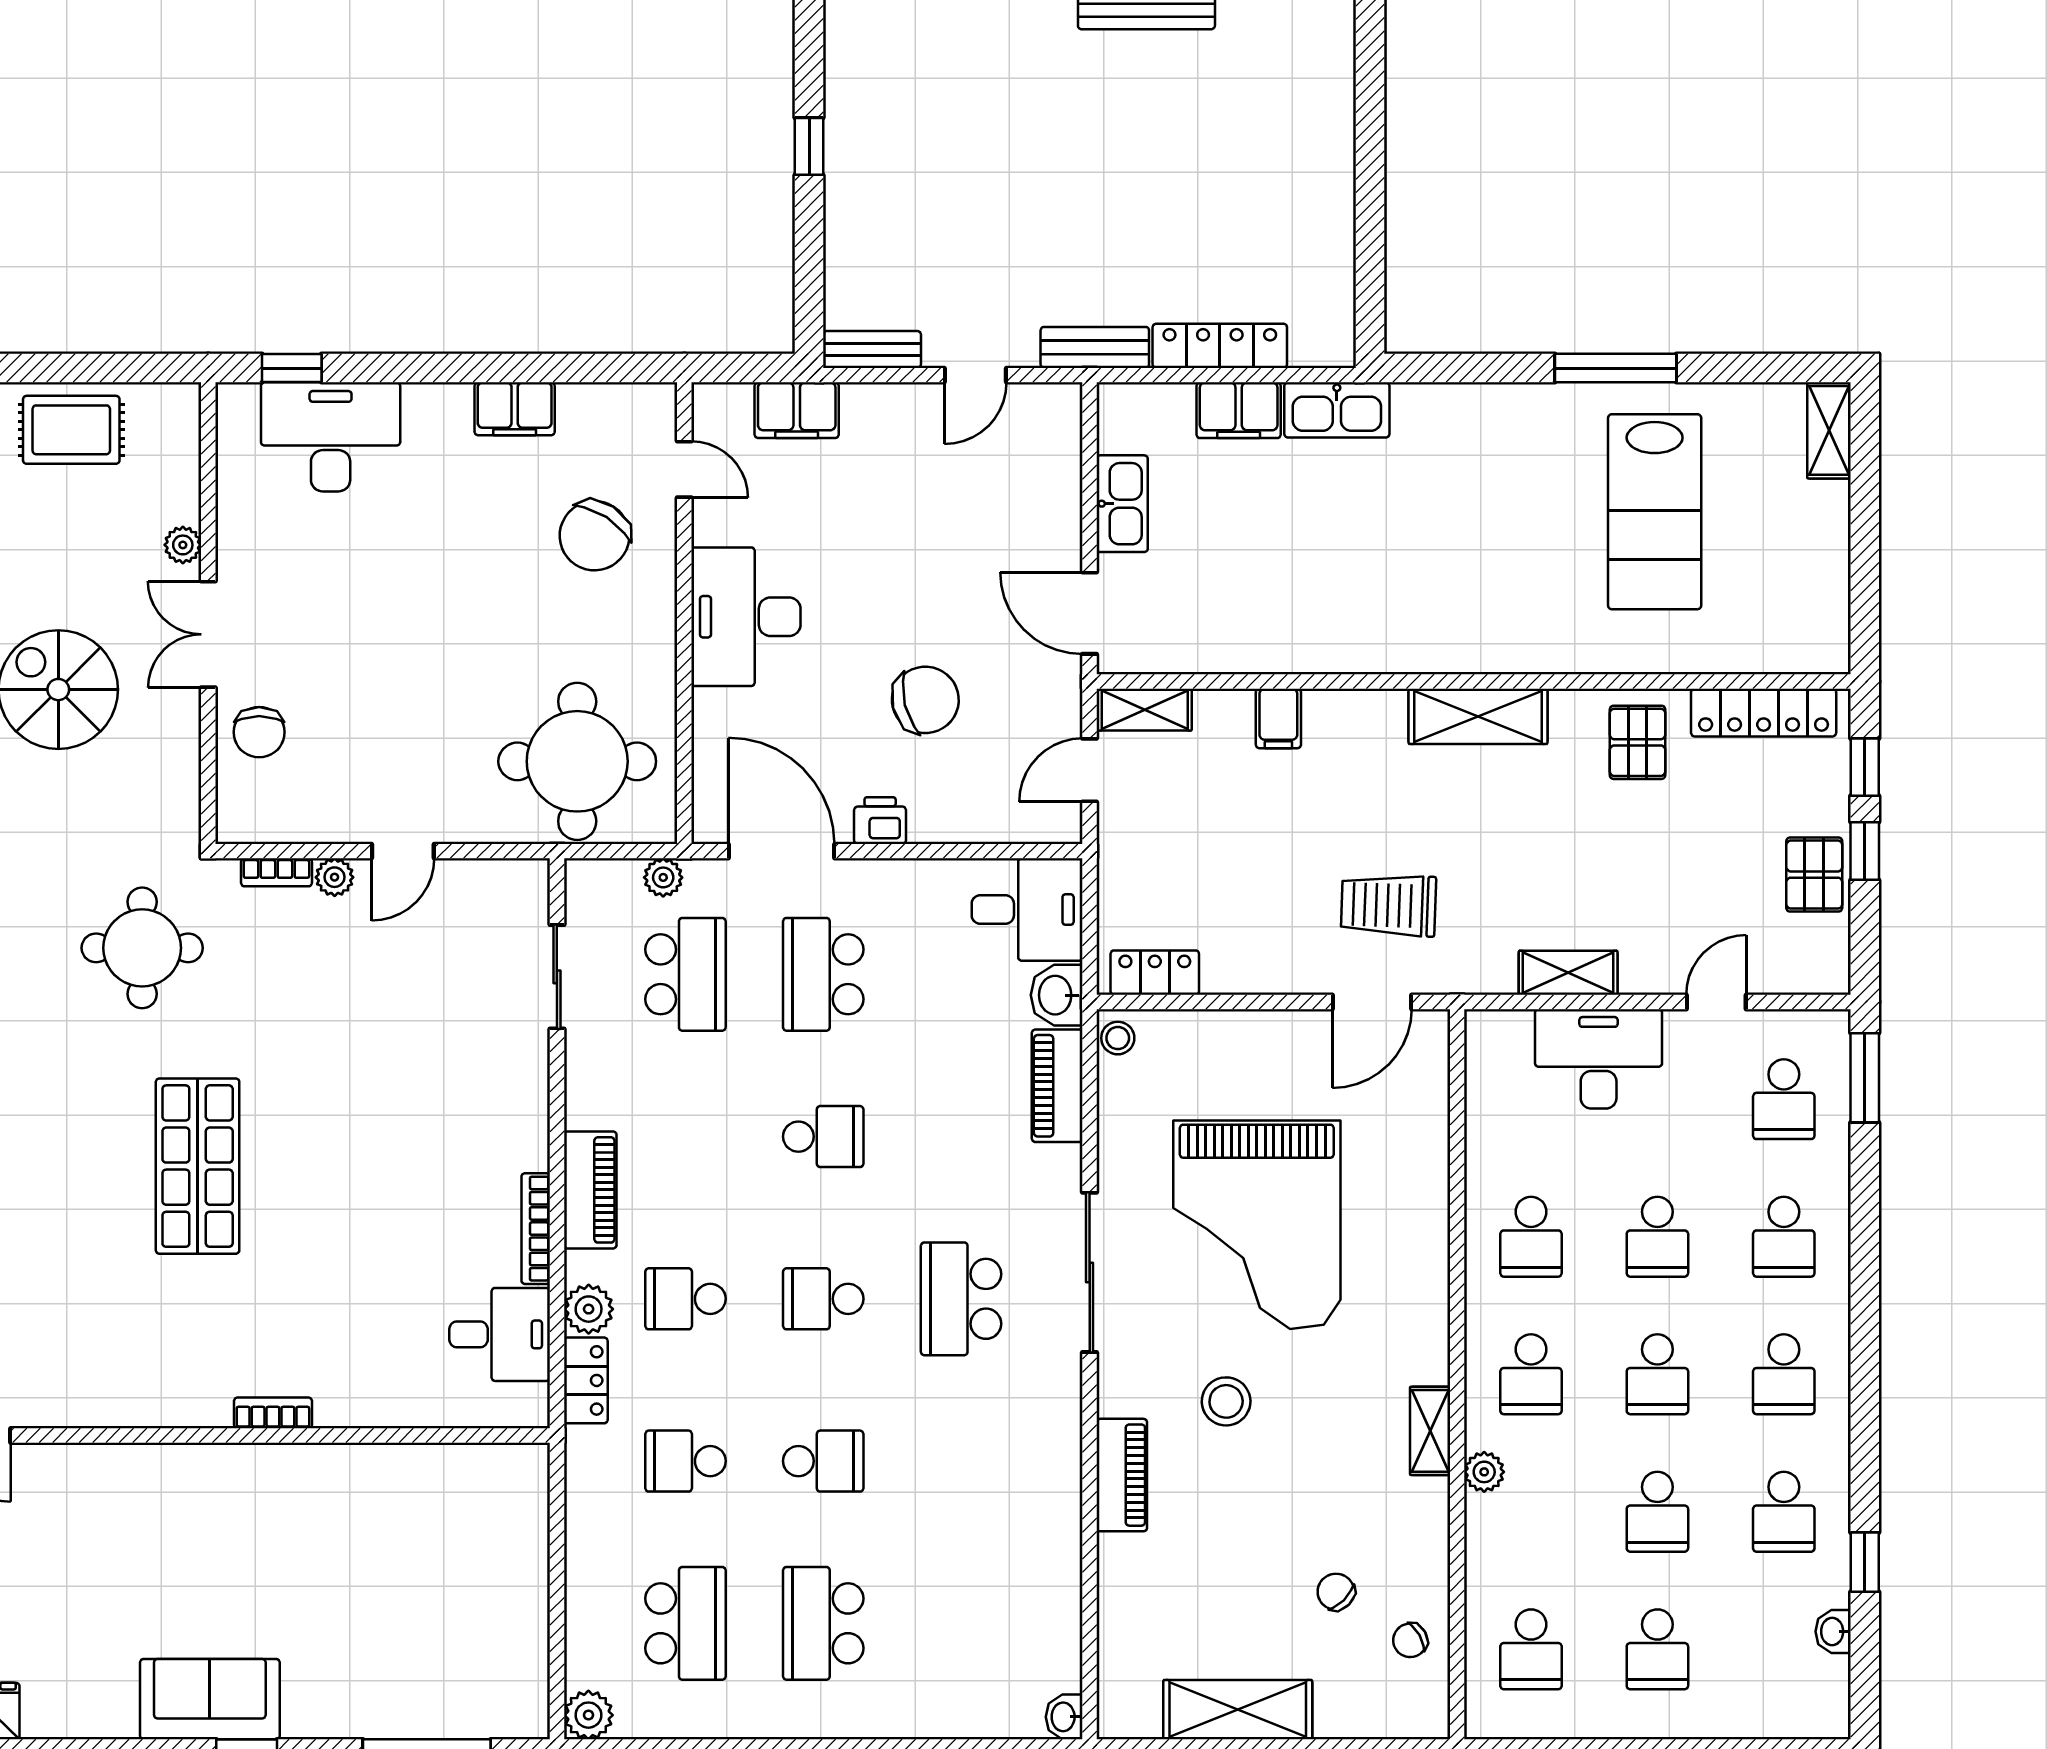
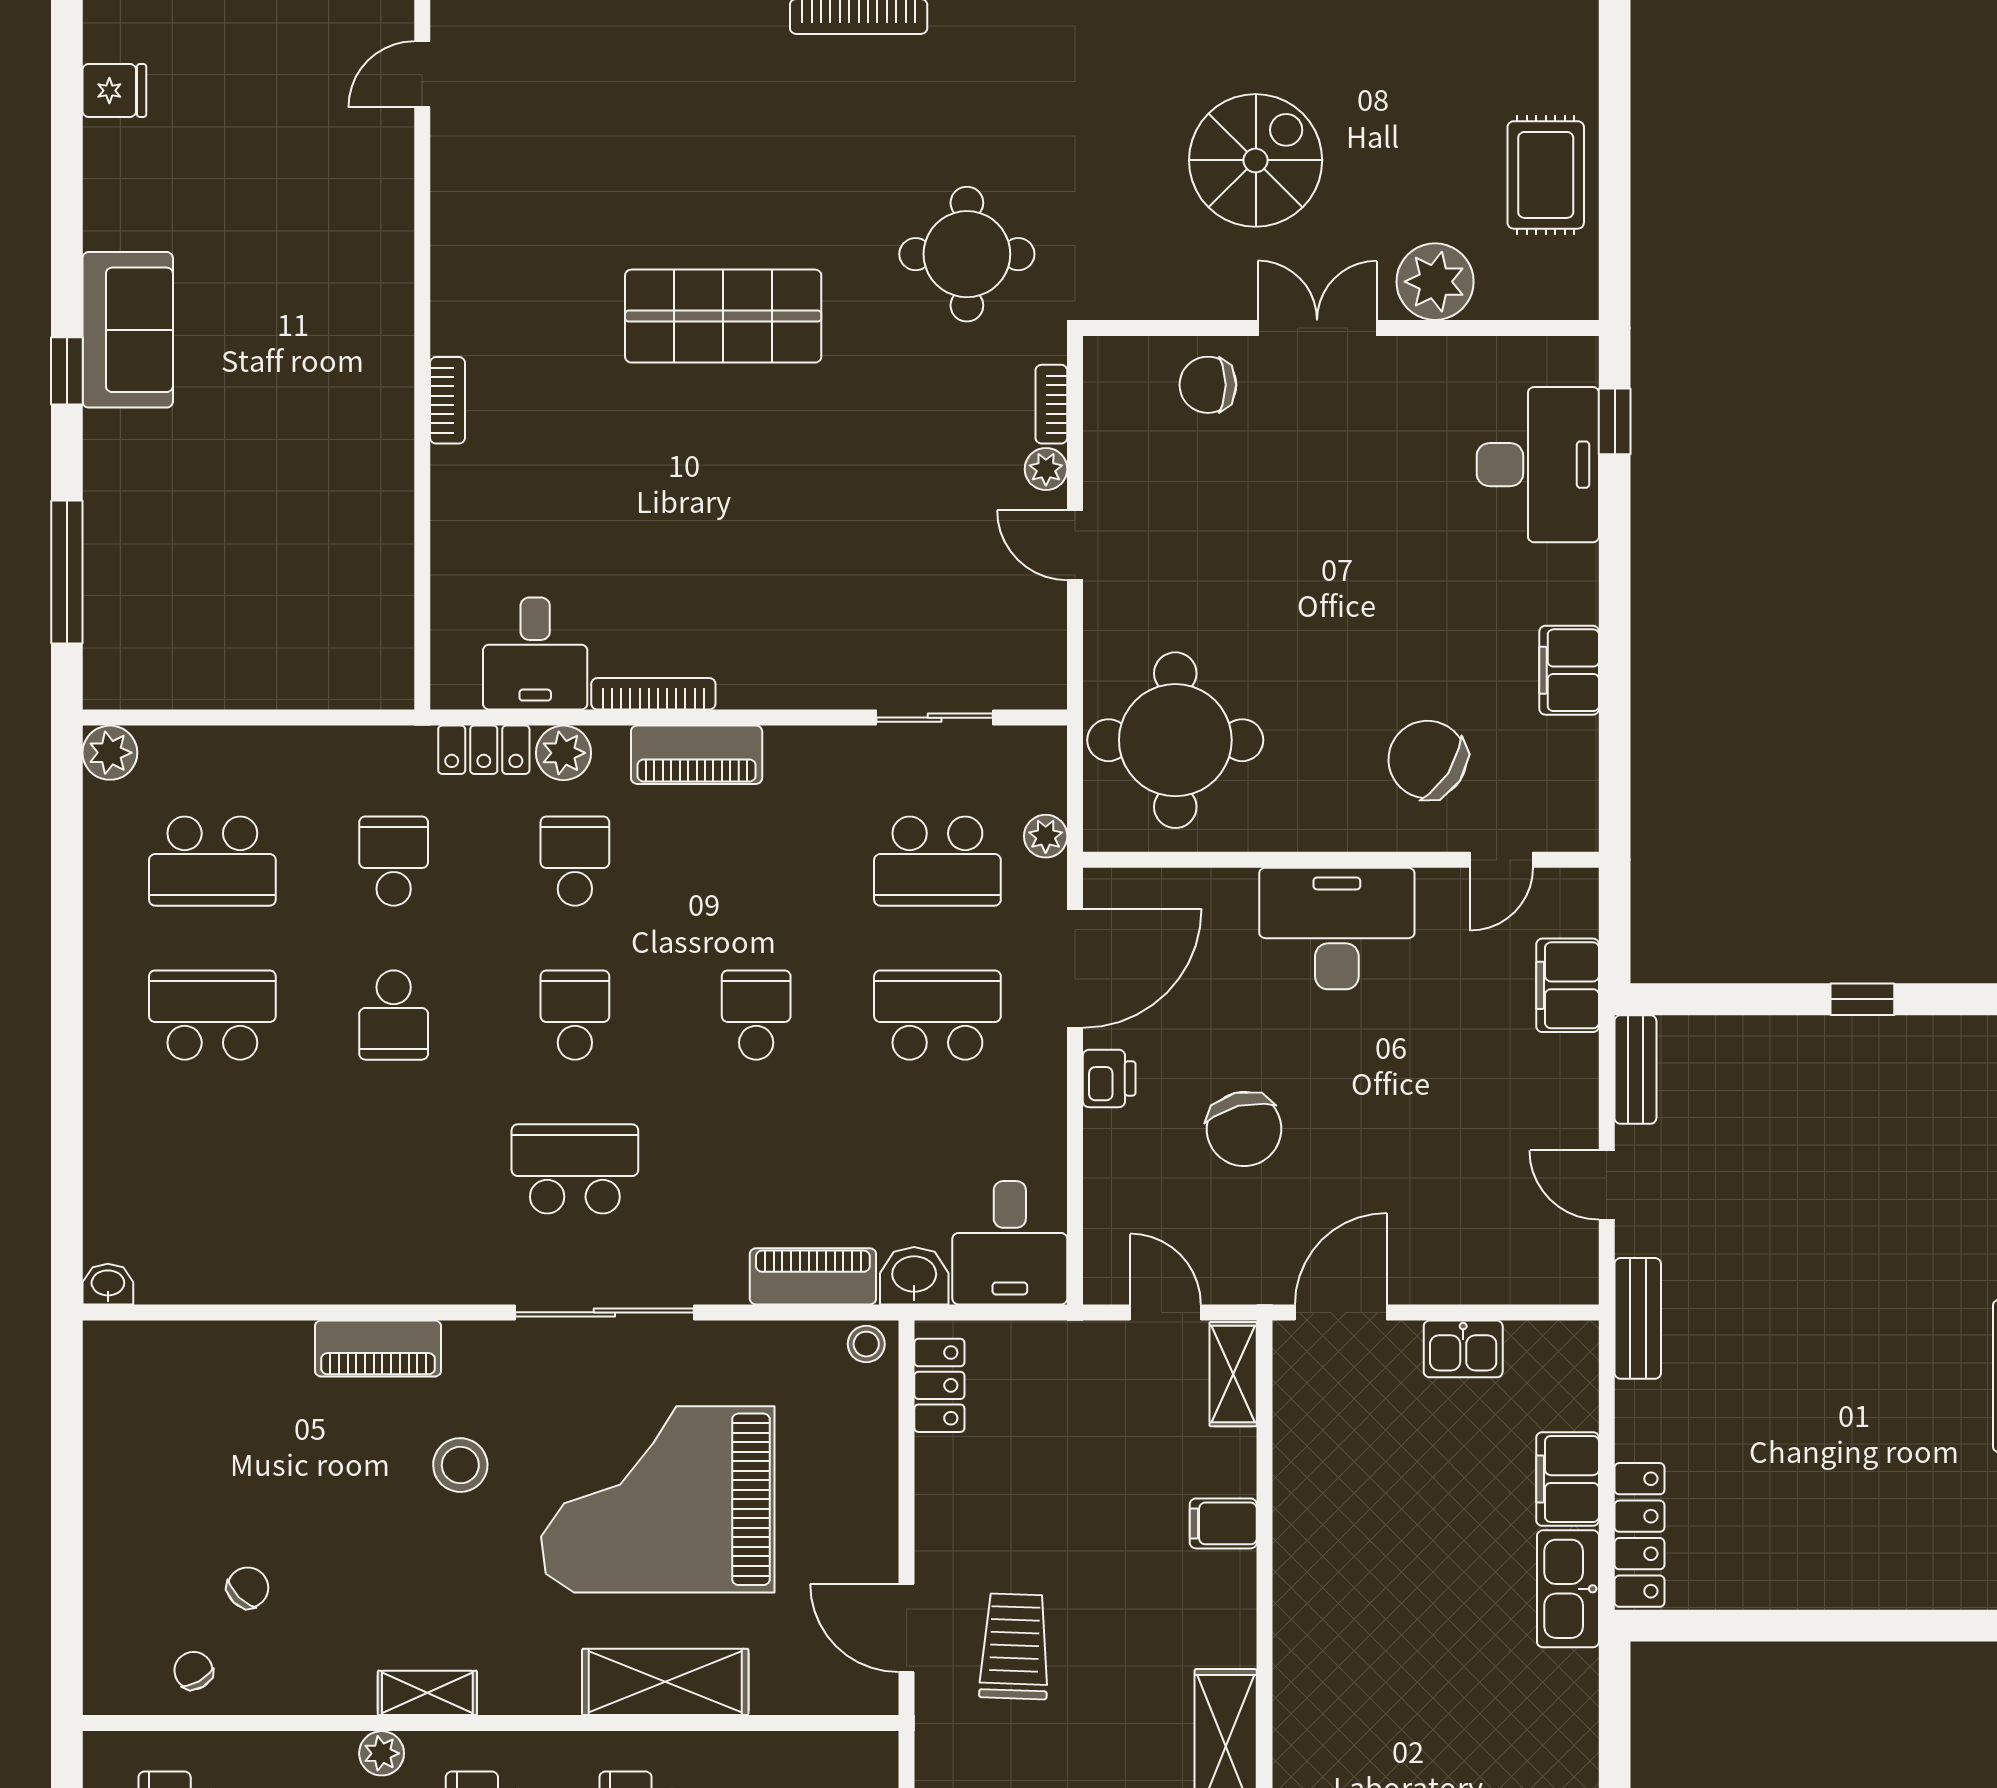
locker: (1220, 346) -> (1639, 1535), moved
kitchen sink: (1122, 504) -> (1463, 1349), width x0.73
plant: (183, 545) -> (1435, 282), width x1.88, depth x1.88
school desk: (823, 1137) -> (756, 1015), turned 180
shelving: (1238, 1710) -> (665, 1682), moved, turned 90

